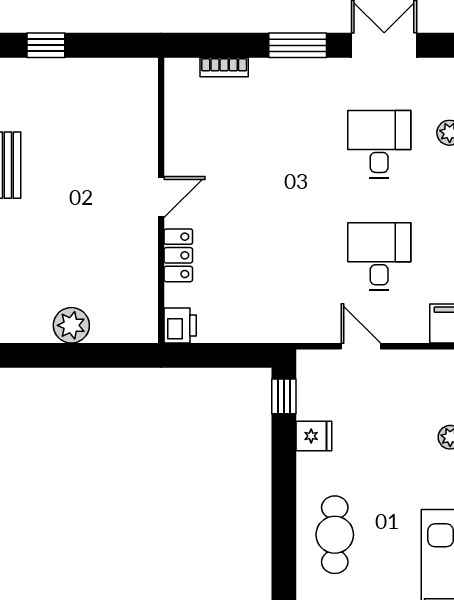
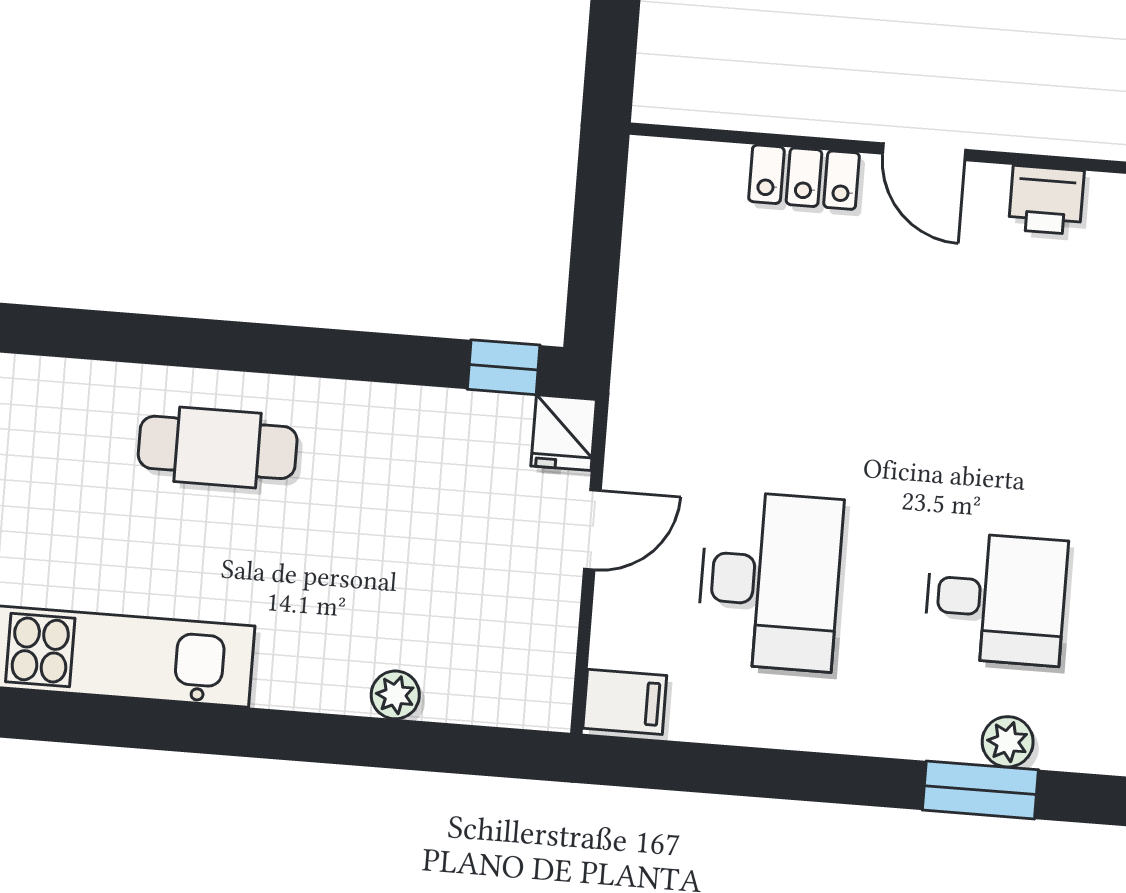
desk: (379, 257) -> (770, 581), width x1.37
printer: (180, 326) -> (1046, 200), moved
fridge: (314, 436) -> (564, 433), moved

